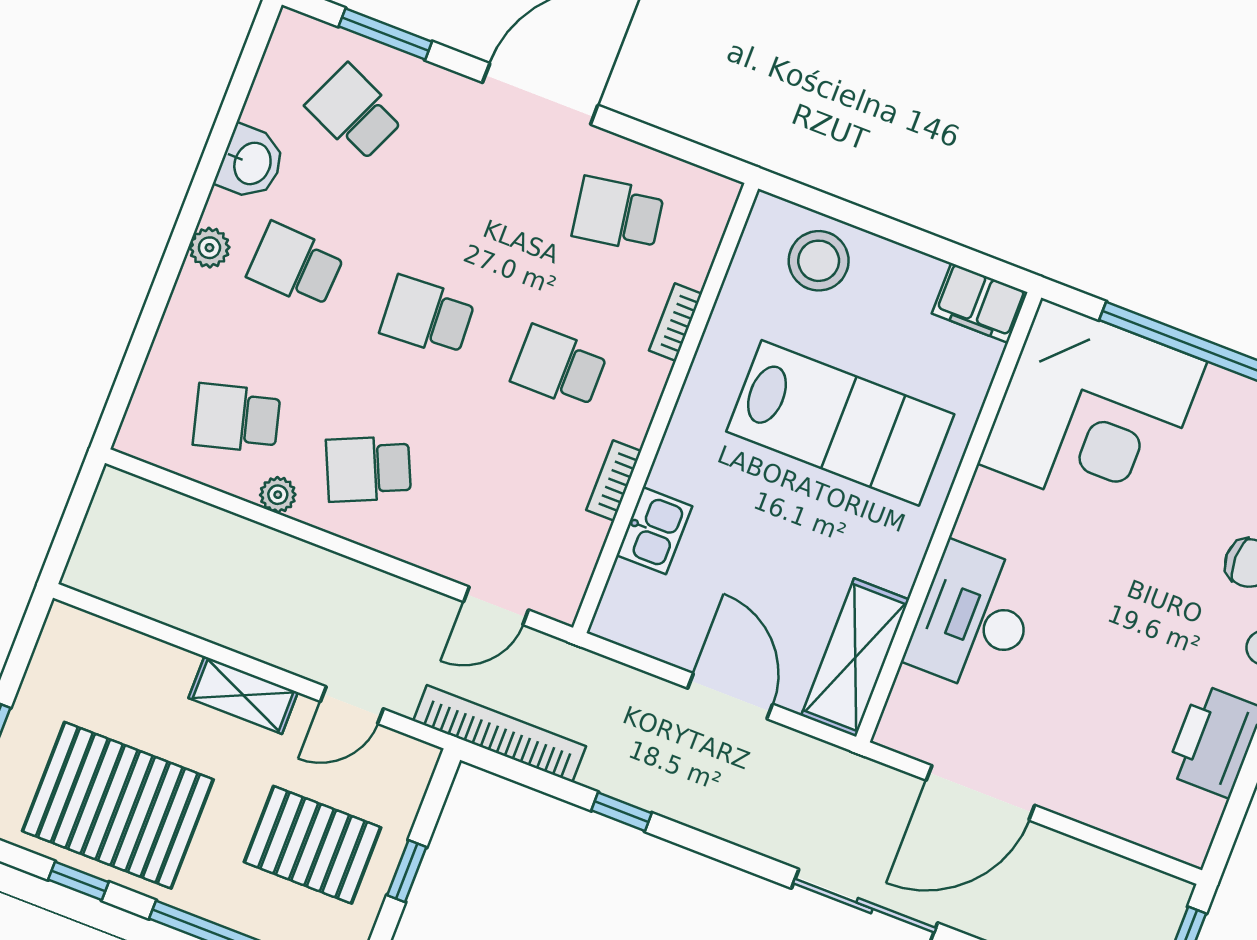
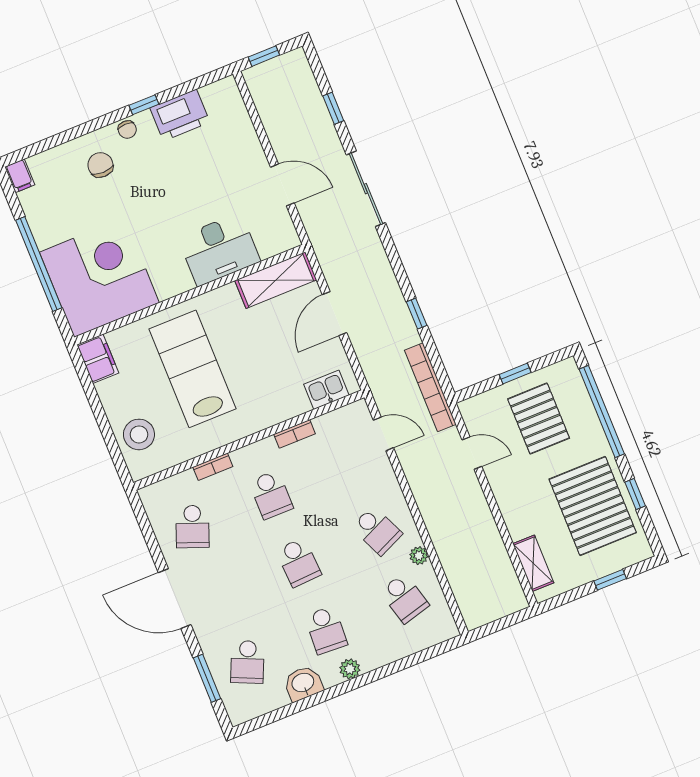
school desk: (618, 214) -> (192, 527), turned 30
kitchen sink: (654, 531) -> (326, 390), moved
shelving: (243, 695) -> (533, 563), moved
door: (980, 793) -> (282, 185), width x0.73

